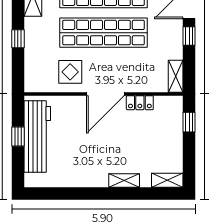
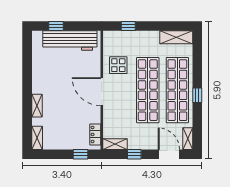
window: (189, 36) -> (134, 154), moved
window: (18, 39) -> (128, 26), moved
locker: (140, 103) -> (95, 134), moved
window: (18, 137) -> (56, 26), moved

